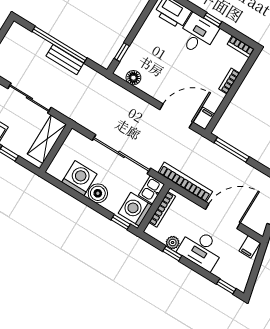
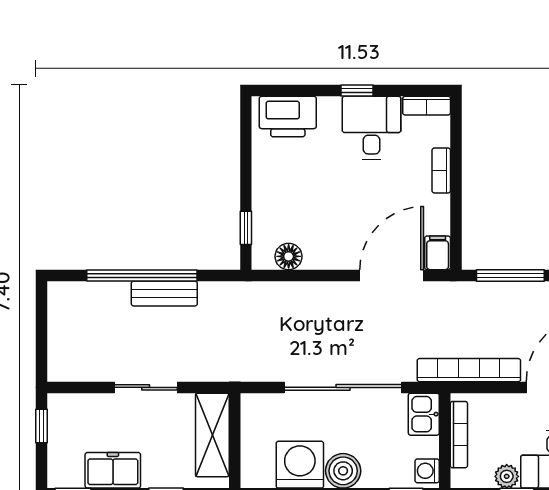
desk: (198, 34) -> (371, 128), moved
sliding door: (29, 98) -> (146, 387), width x0.73
washing machine: (135, 209) -> (427, 471), width x0.53, depth x0.53

